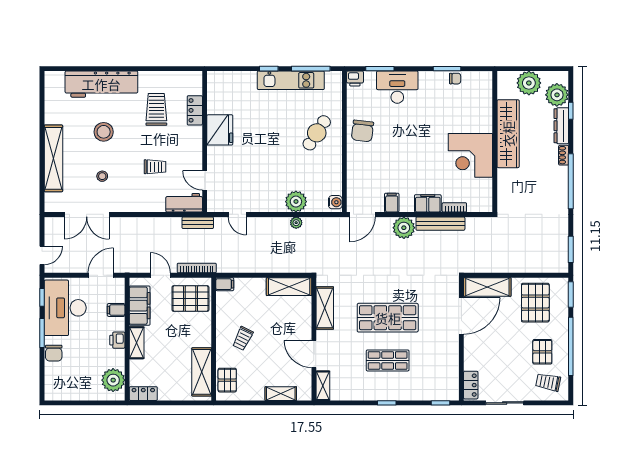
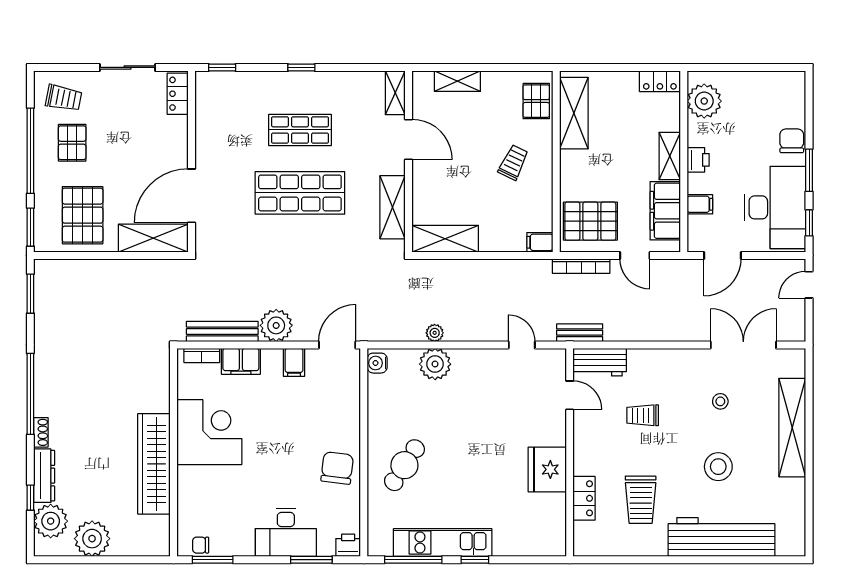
wardrobe: (508, 134) -> (154, 464), moved
wall: (495, 142) -> (174, 452), moved
corner desk: (470, 155) -> (209, 432), moved

